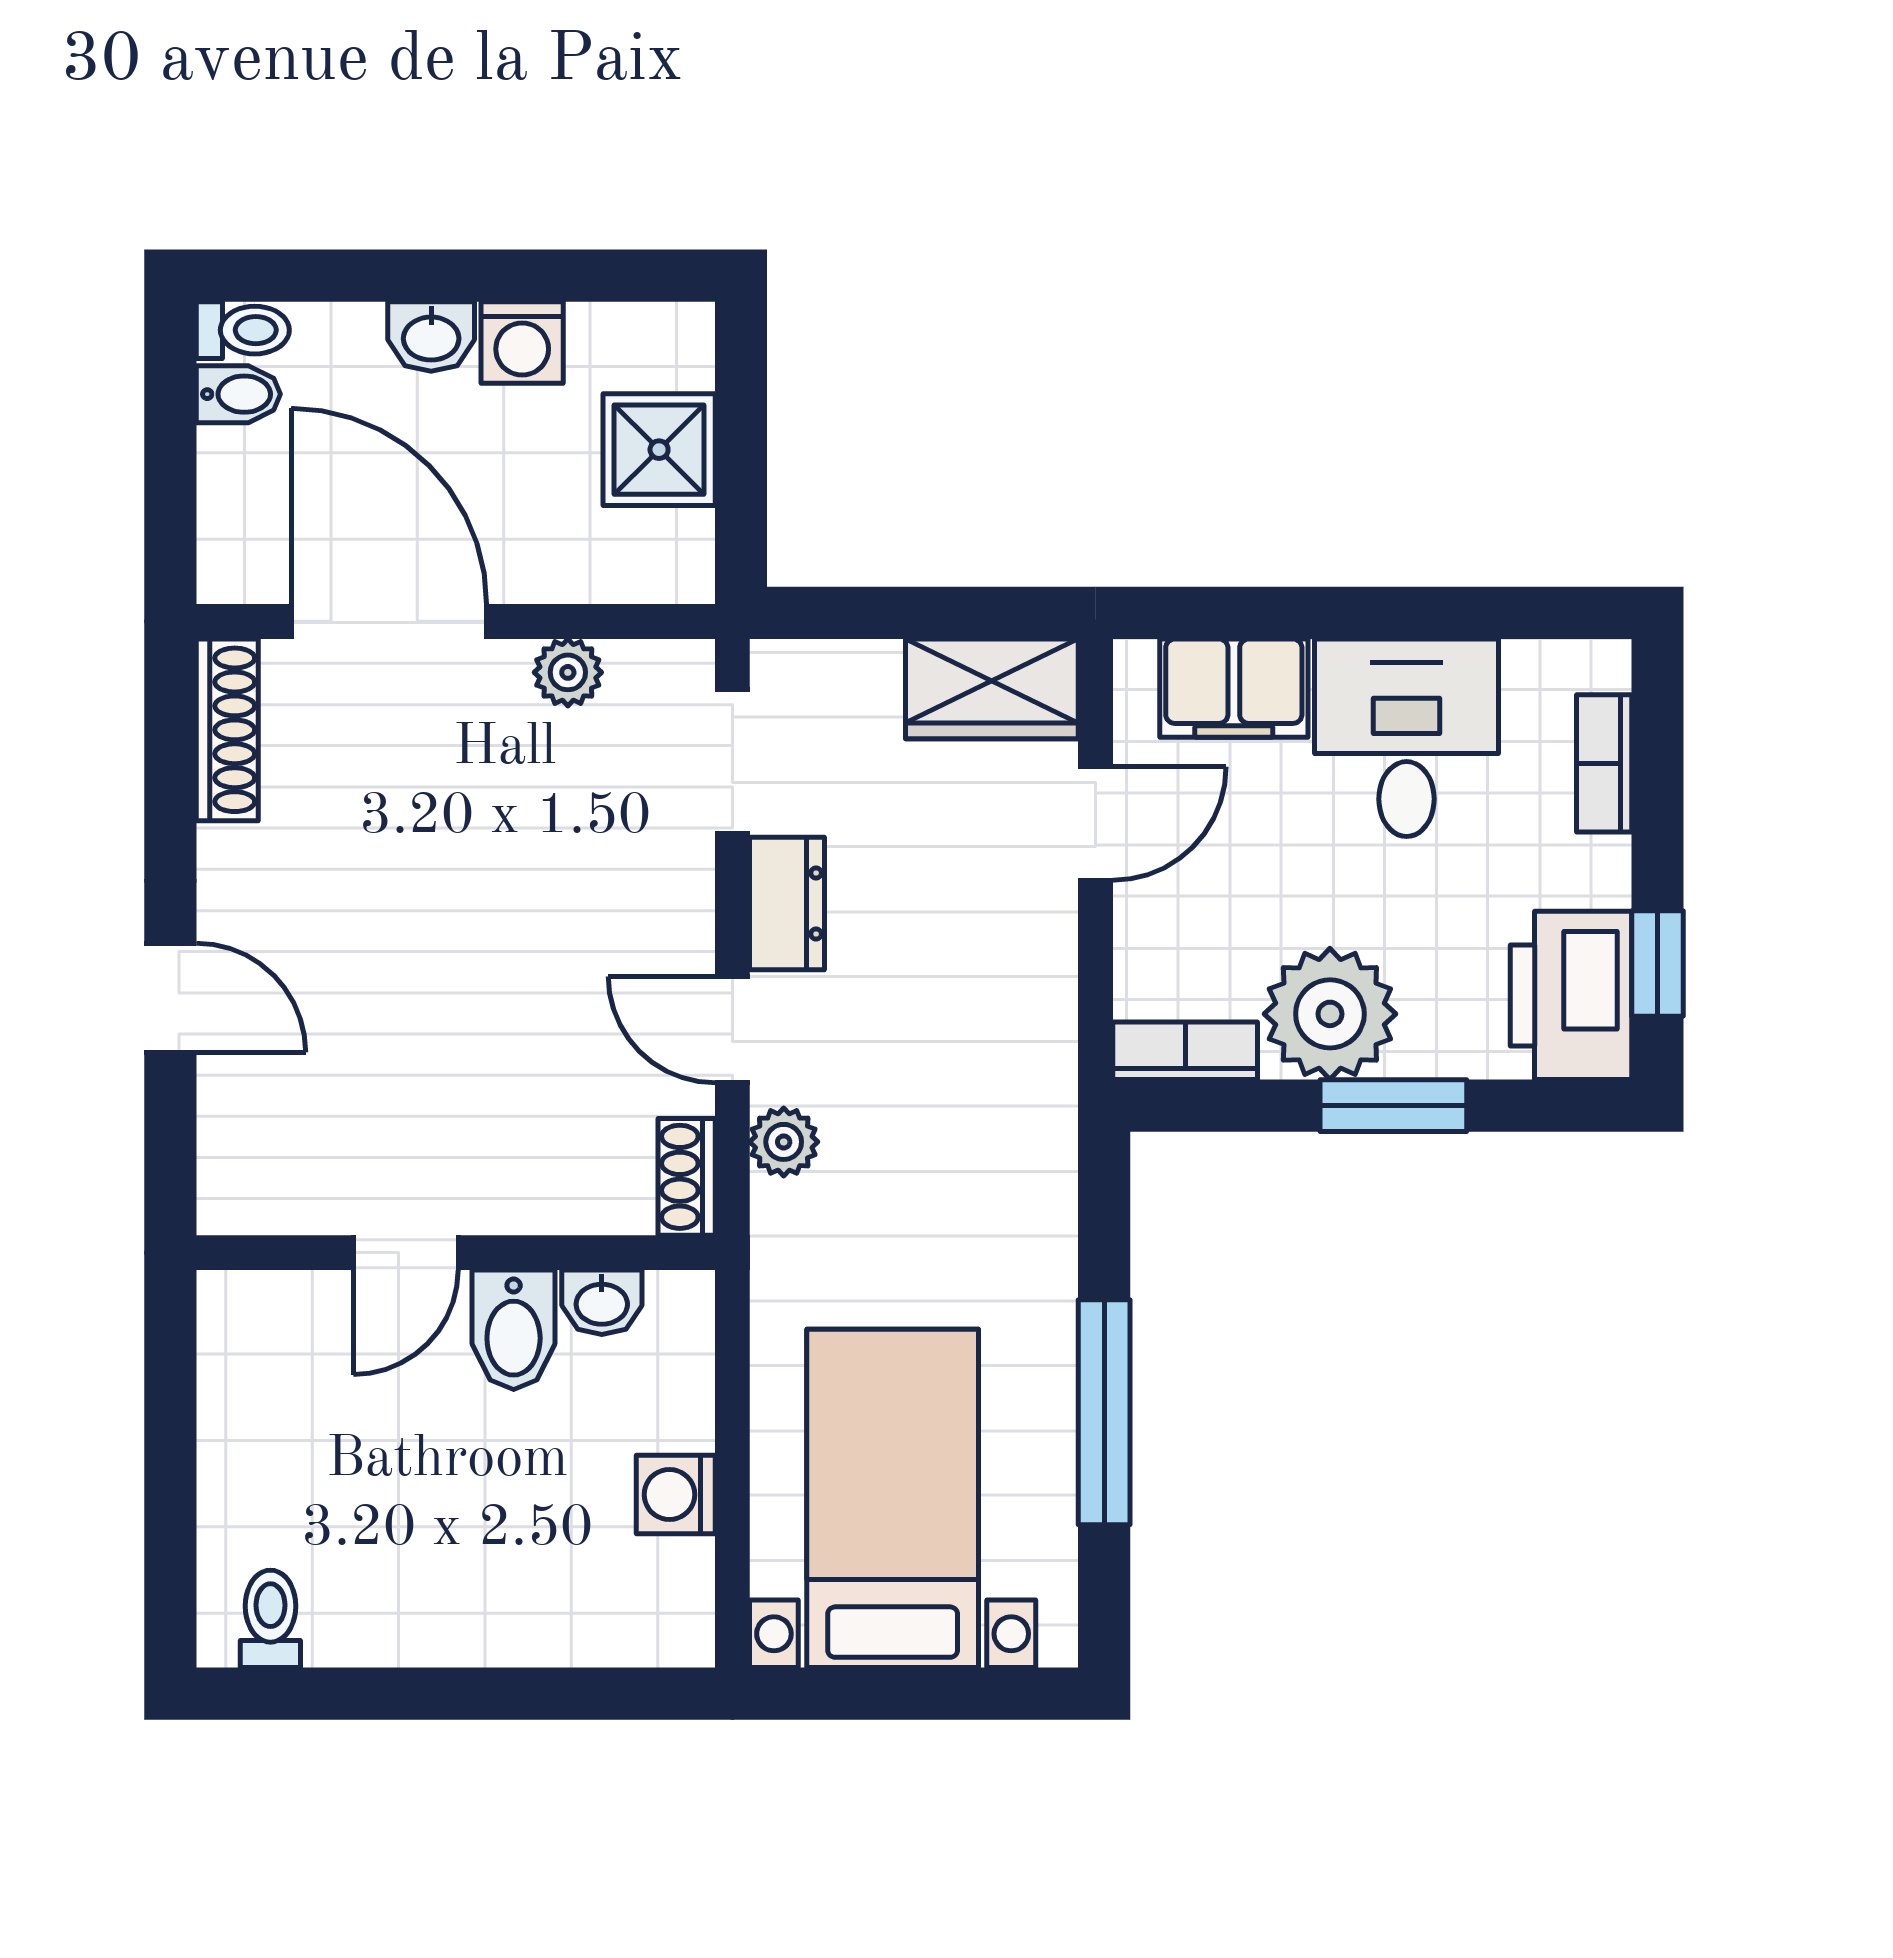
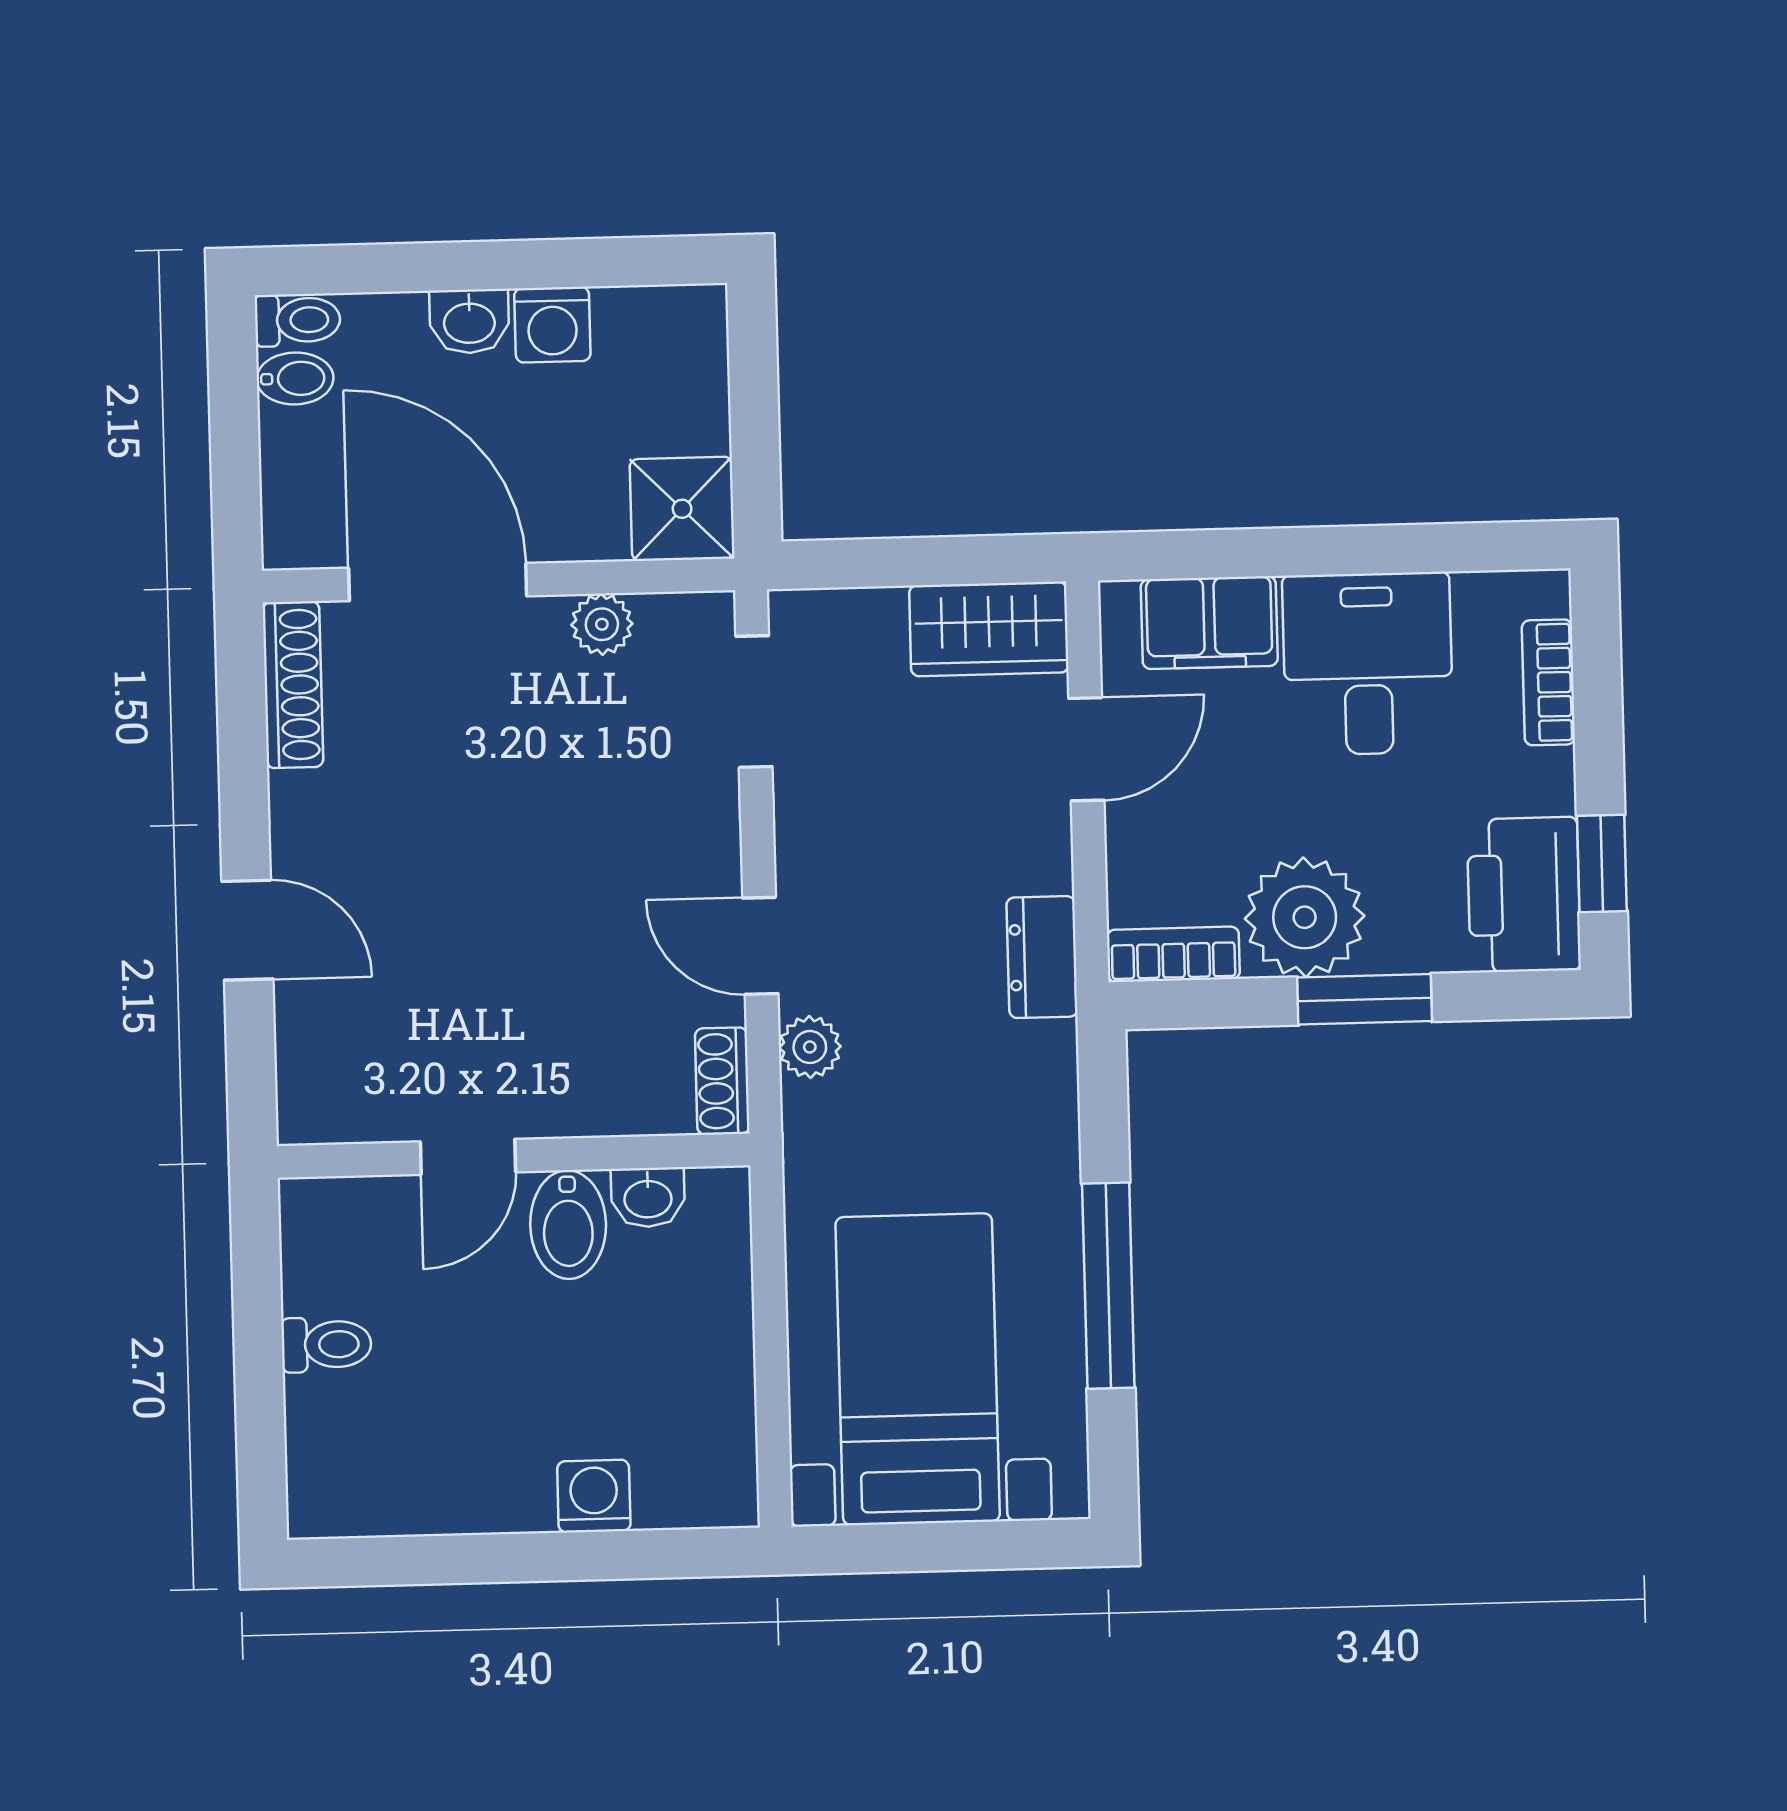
shower: (659, 450) -> (682, 509), moved
dresser: (787, 904) -> (1042, 957), moved, turned 180
washing machine: (676, 1495) -> (594, 1496), moved, turned 90
toilet: (270, 1619) -> (326, 1344), moved, turned 90

